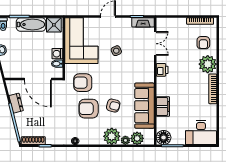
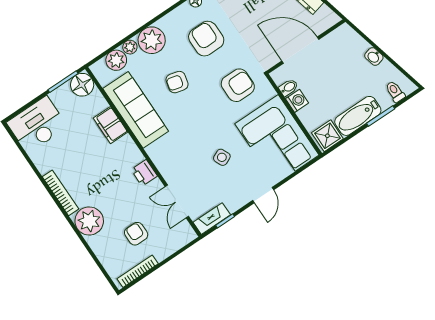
armchair: (203, 43) -> (136, 234), moved
armchair: (89, 109) -> (206, 39), moved, turned -90

